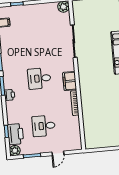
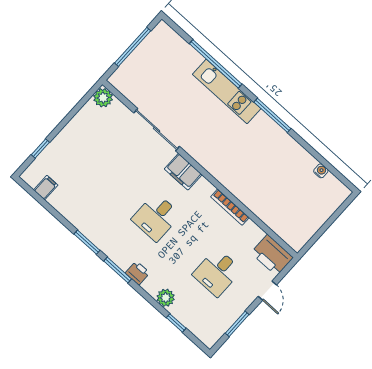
filing cabinet: (70, 81) -> (183, 172), moved
printer: (15, 134) -> (272, 255), moved, turned 180
plant: (15, 151) -> (166, 298), moved

